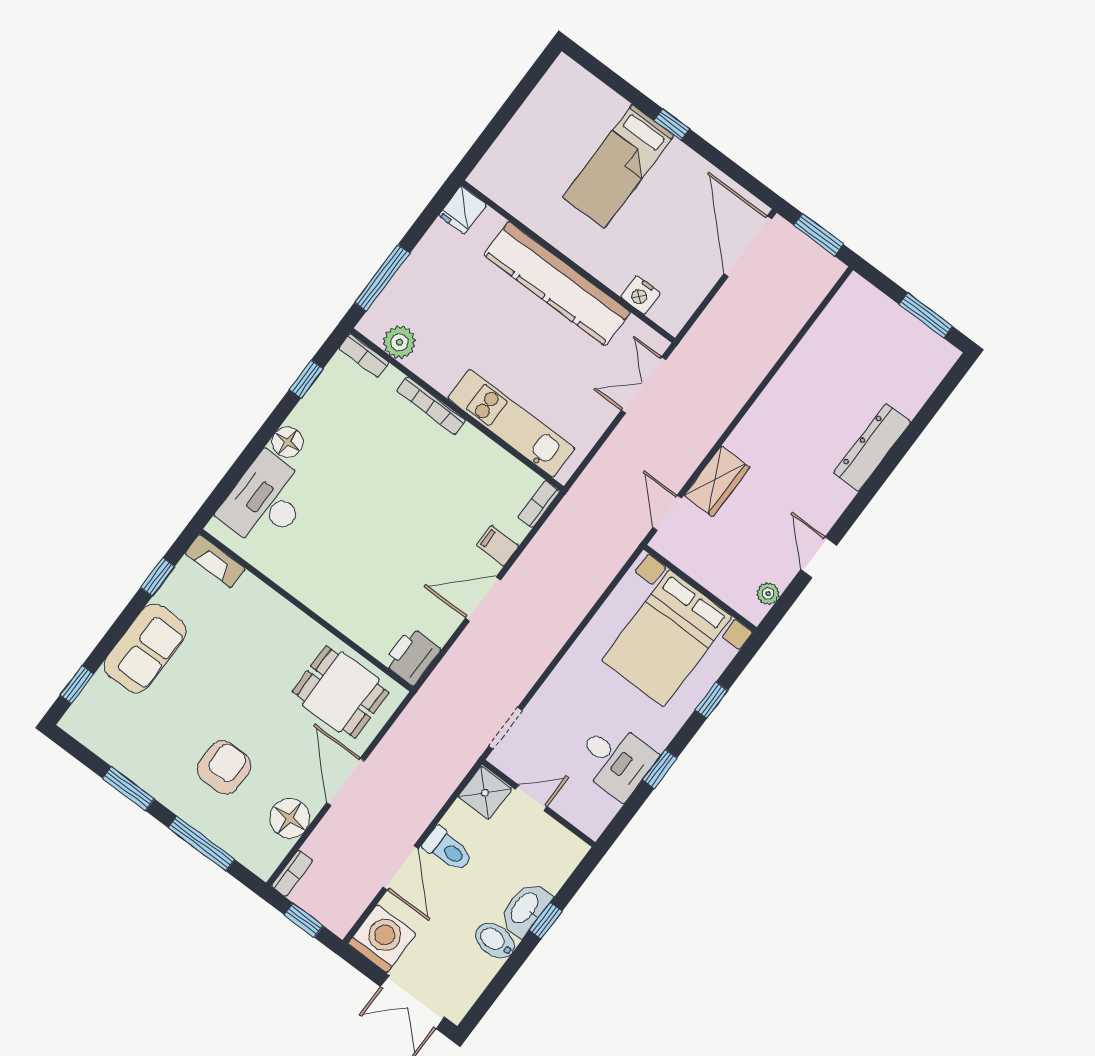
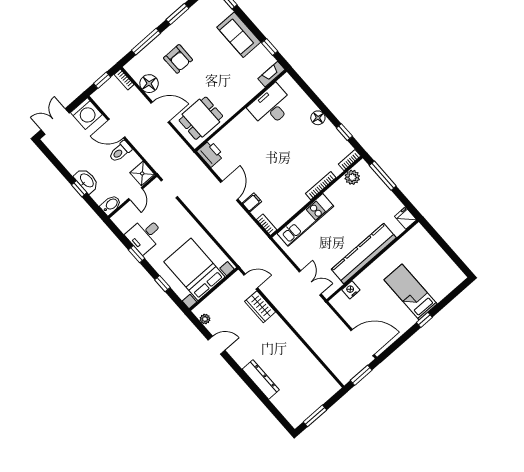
desk: (266, 501) -> (271, 106), moved, turned -90
bidet: (495, 941) -> (111, 205), moved

